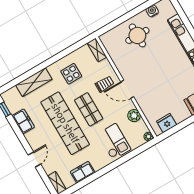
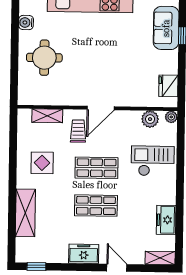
shelving: (97, 50) -> (47, 116), moved
plant: (134, 116) -> (150, 119), moved
freezer: (23, 121) -> (84, 254), moved
shop shelf: (65, 123) -> (96, 206), width x0.50, depth x0.74

